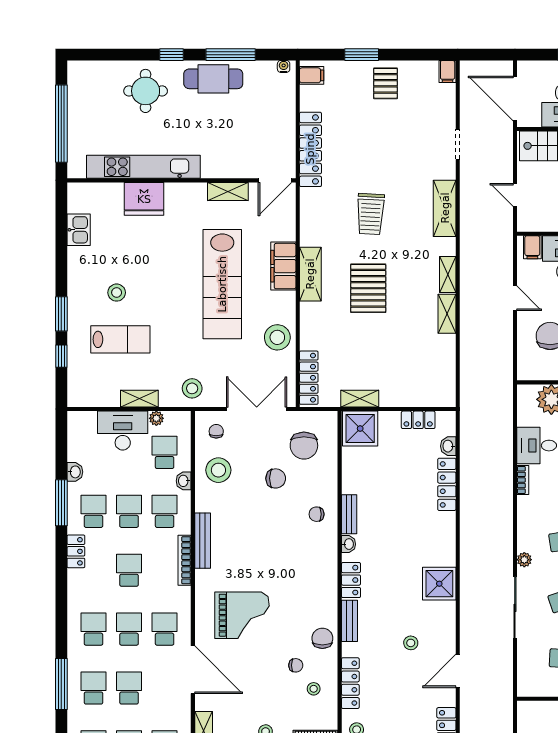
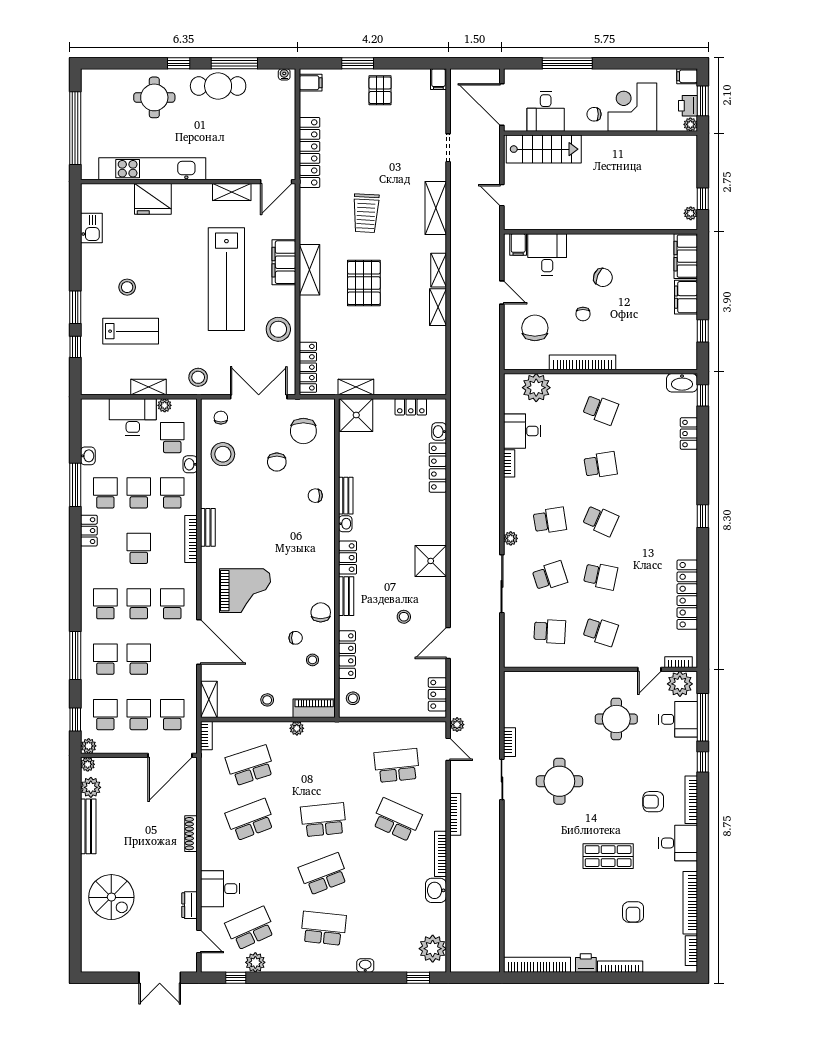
chair: (276, 478) -> (277, 462), turned 90
bench: (203, 541) -> (208, 527), width x0.73

